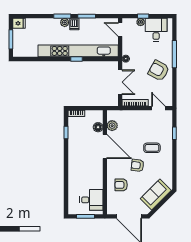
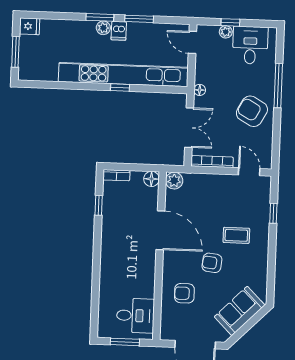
plant: (112, 126) -> (174, 181), moved
floor lamp: (98, 127) -> (151, 179), moved

